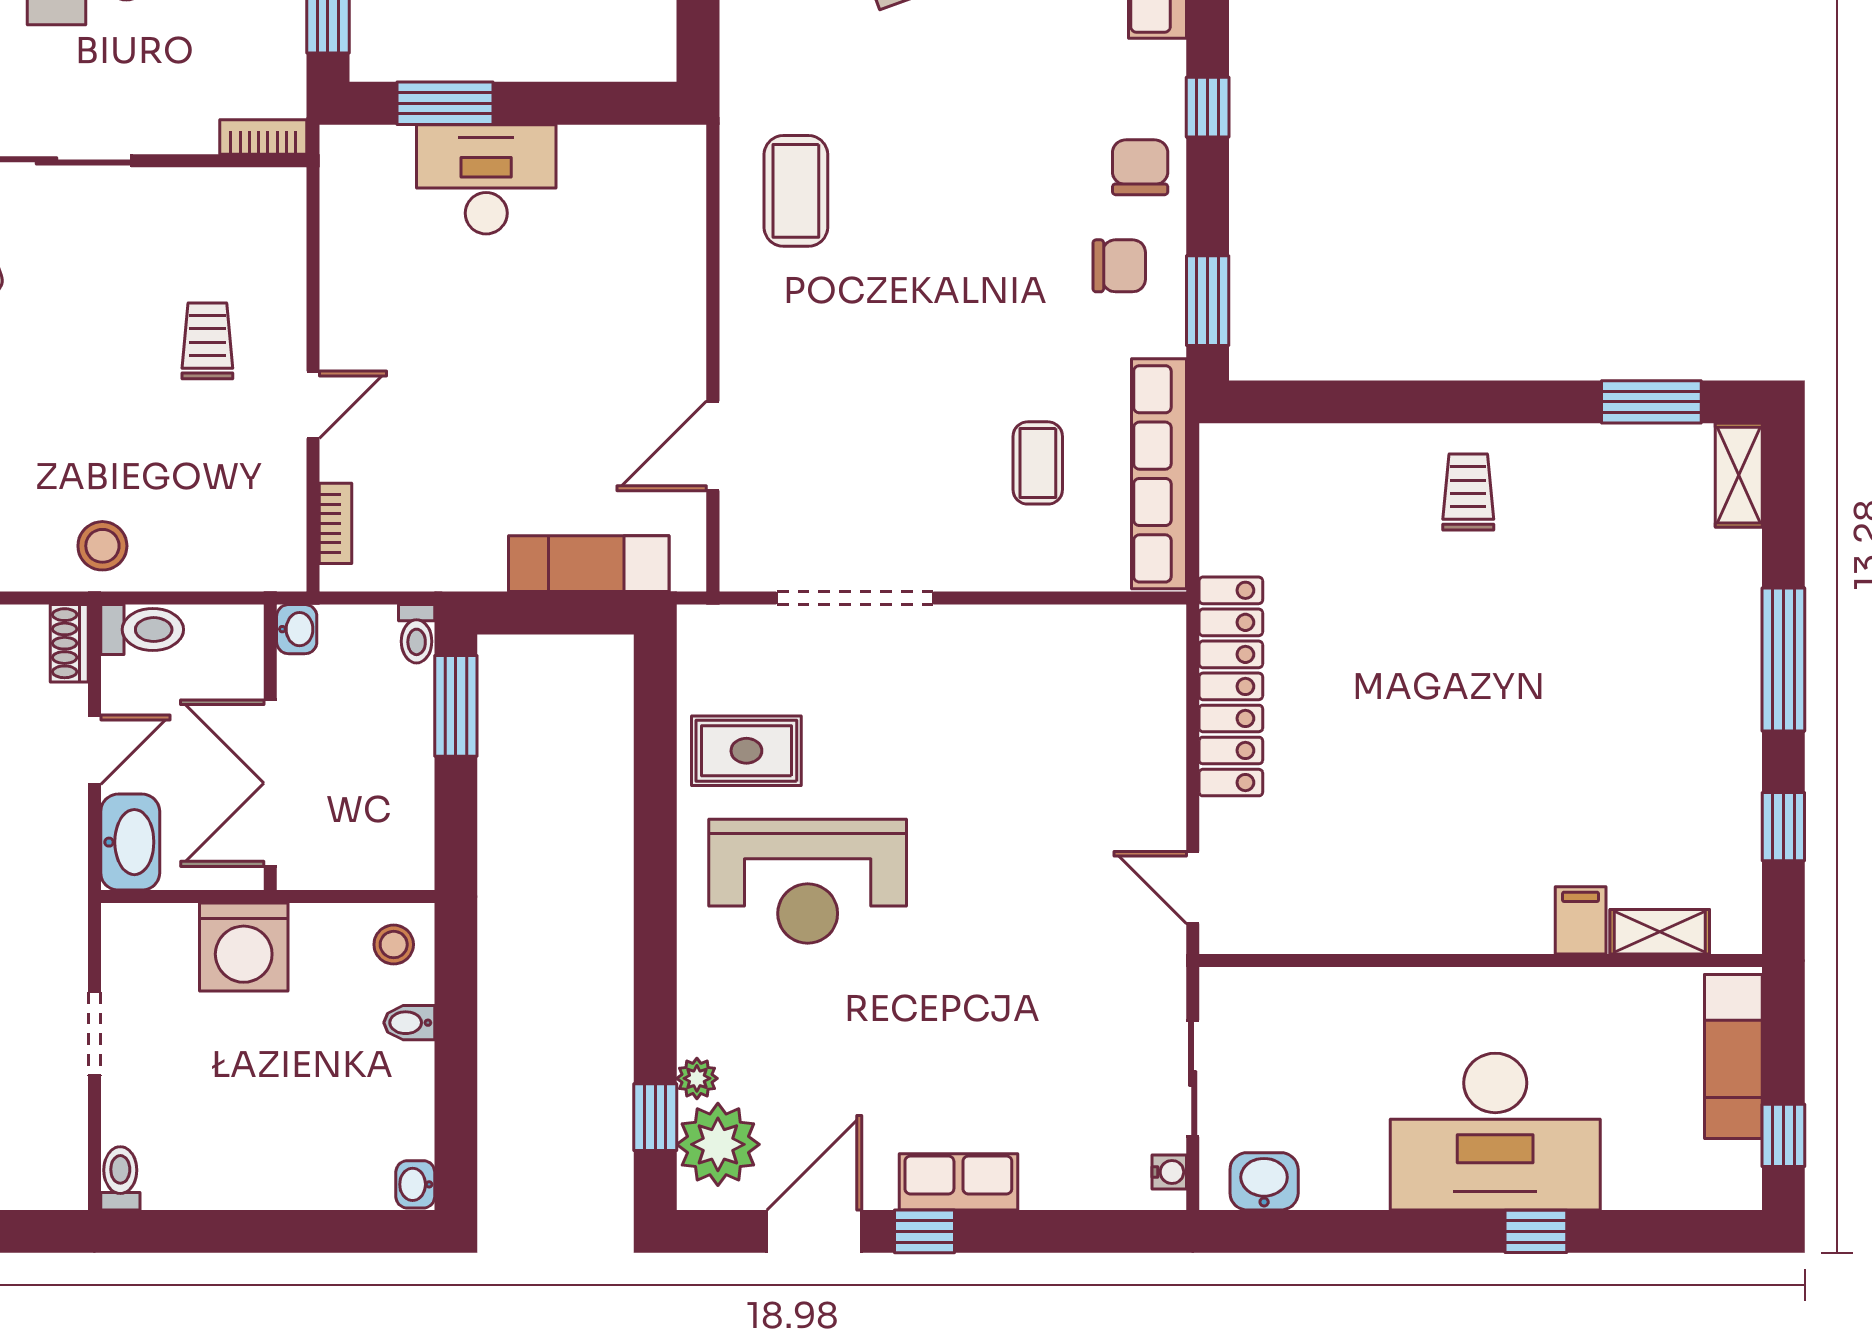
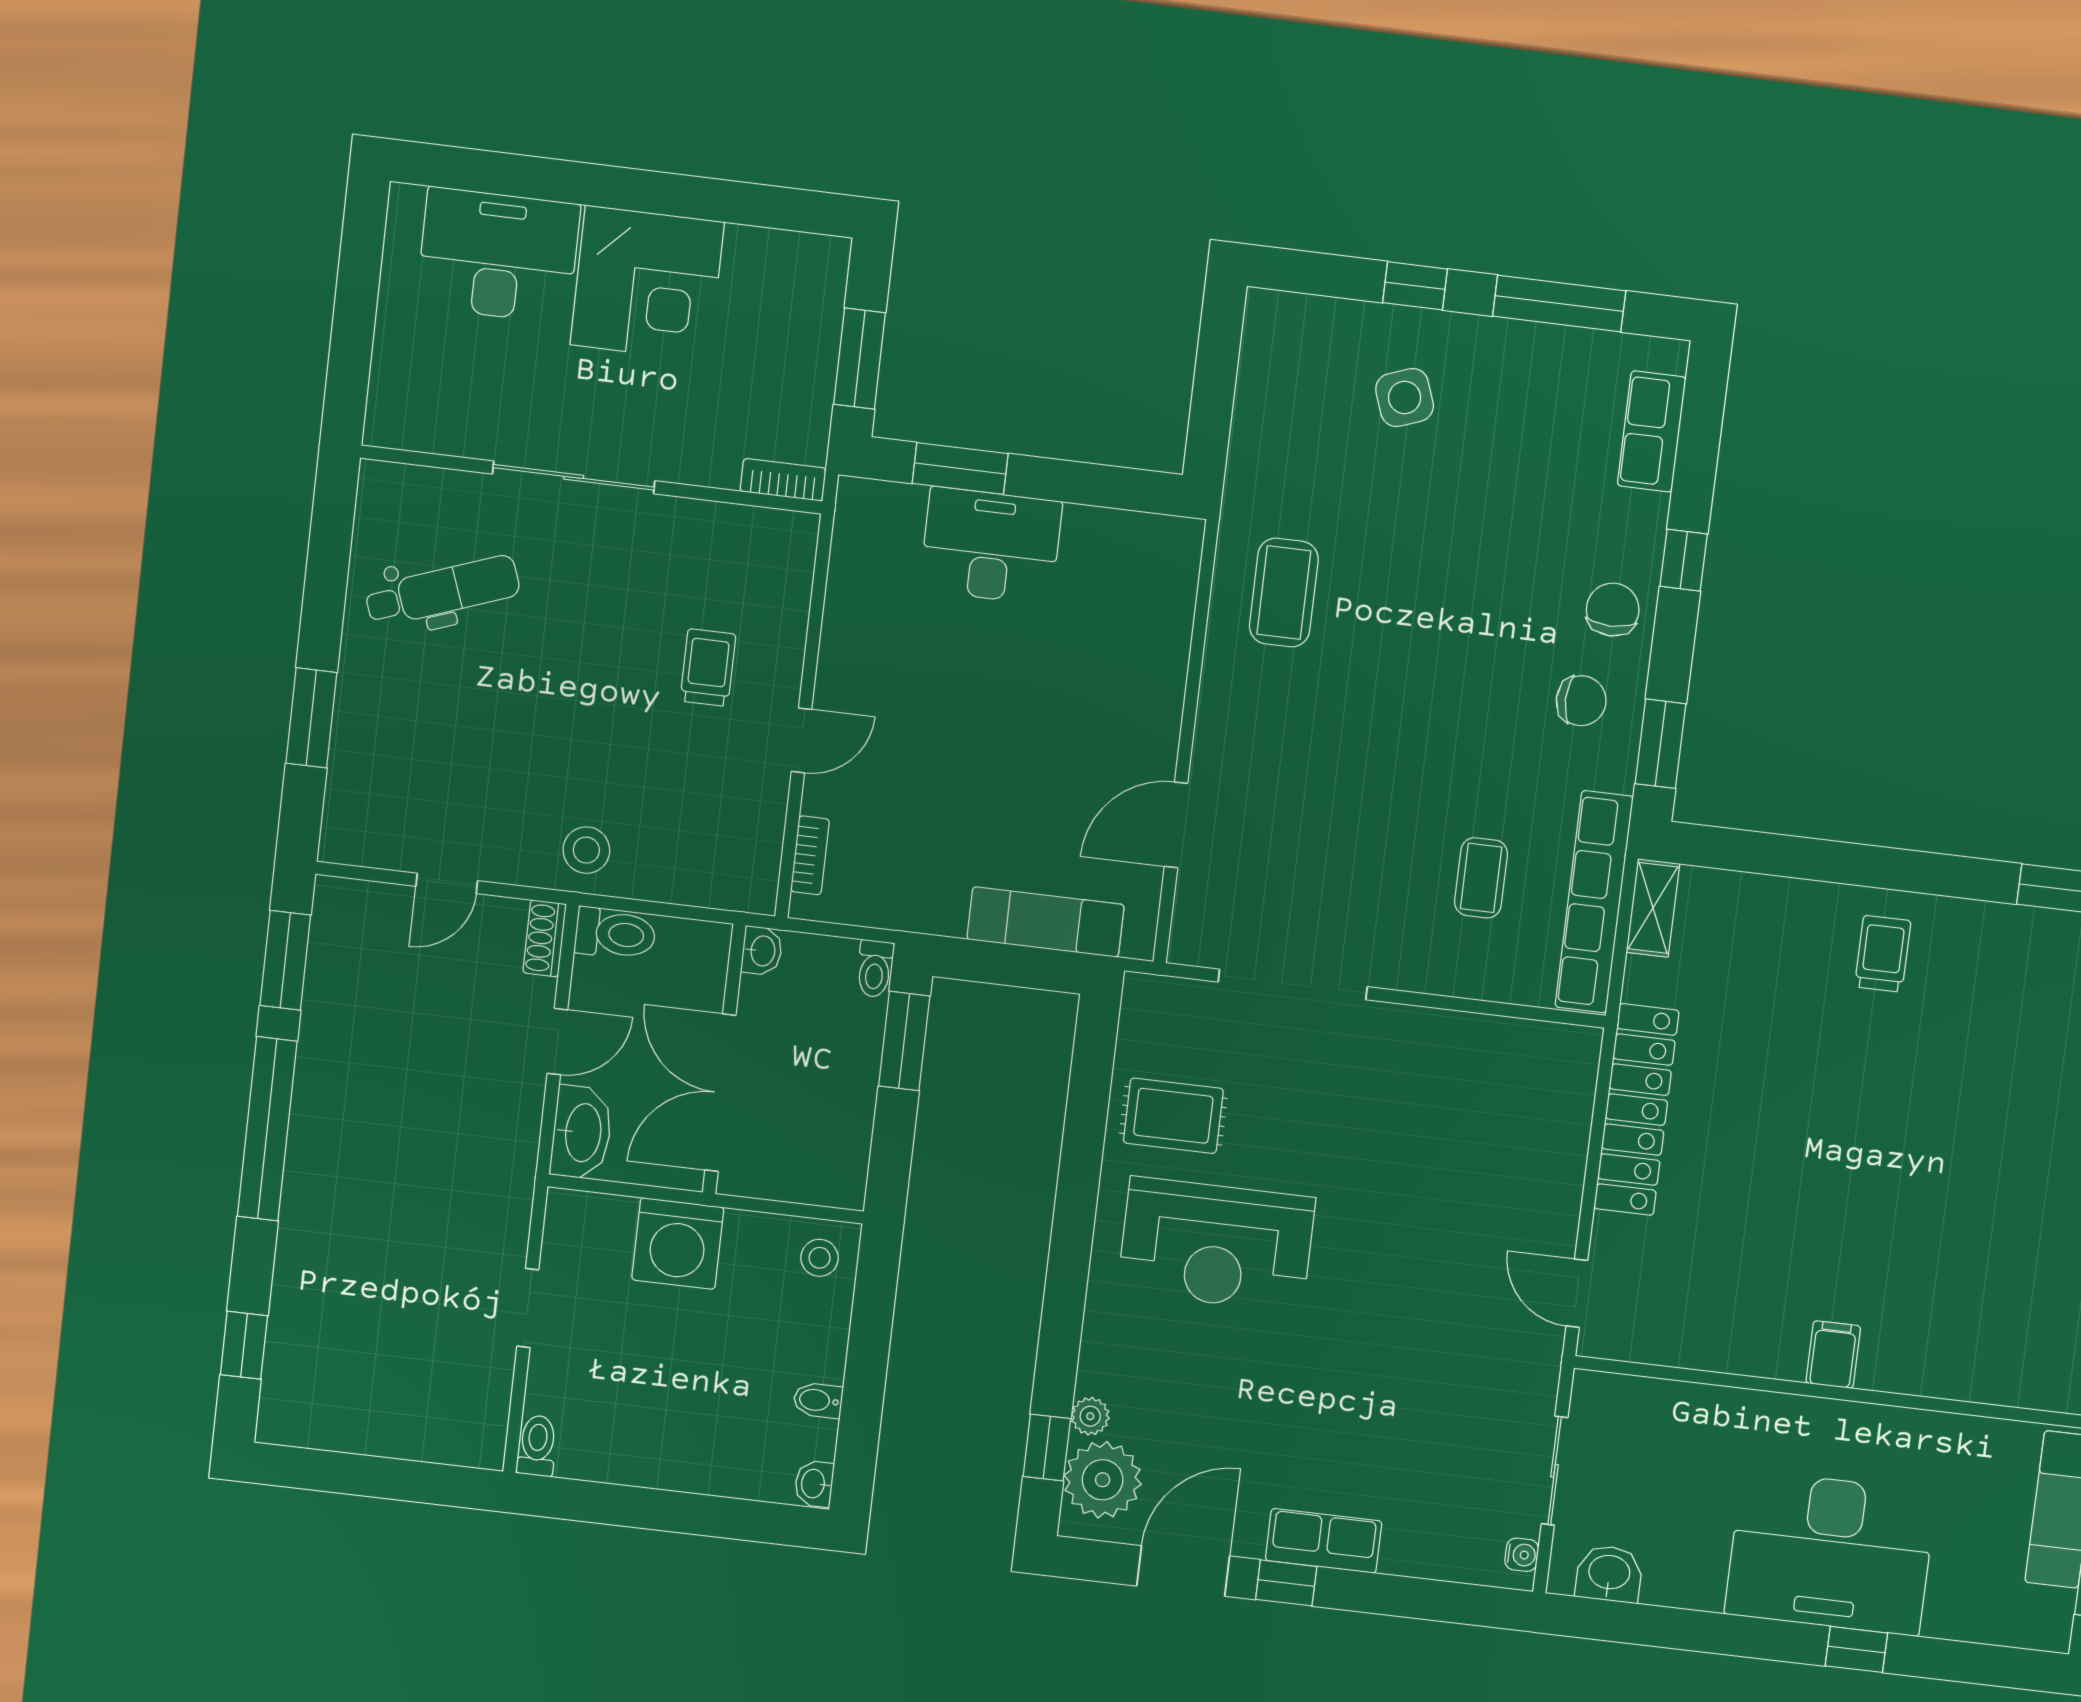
filing cabinet: (1581, 920) -> (1833, 1355), moved
shelving: (1660, 932) -> (1653, 908), moved, turned 90
bidet: (409, 1023) -> (818, 1400), moved

